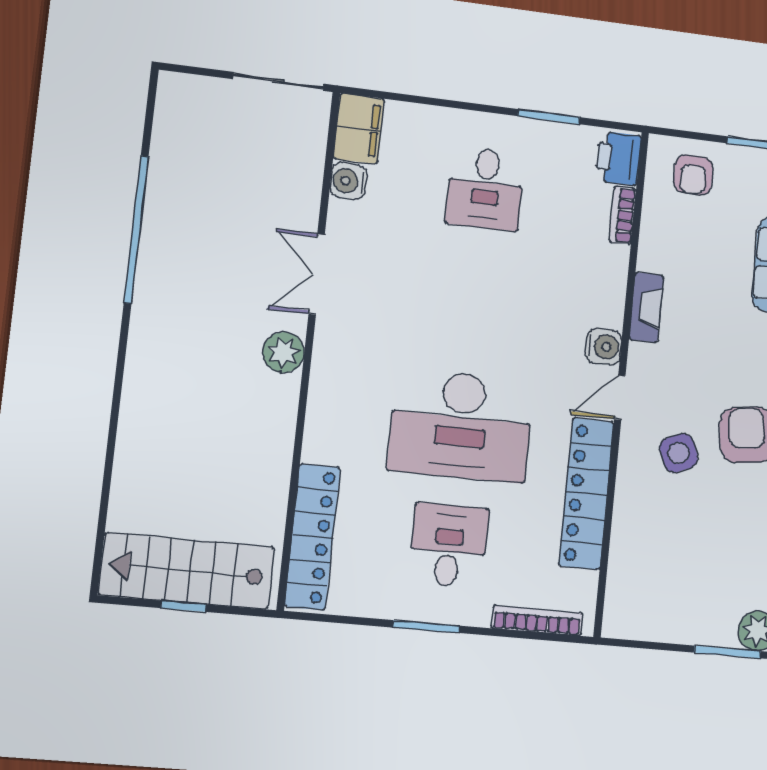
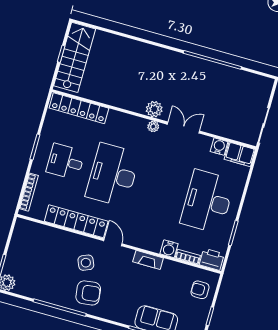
desk: (485, 189) -> (208, 202), width x1.87, depth x1.30
water cooler: (604, 347) -> (169, 249), moved
plant: (327, 348) -> (153, 126), added
desk: (449, 546) -> (66, 162), turned 180

